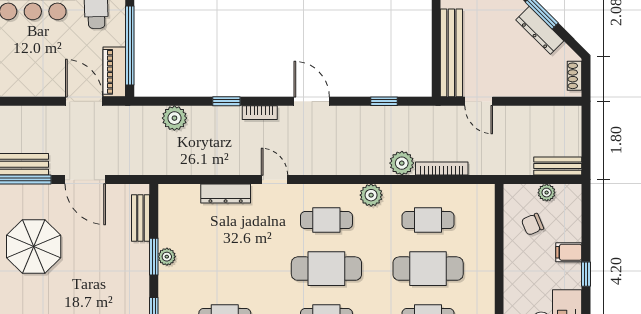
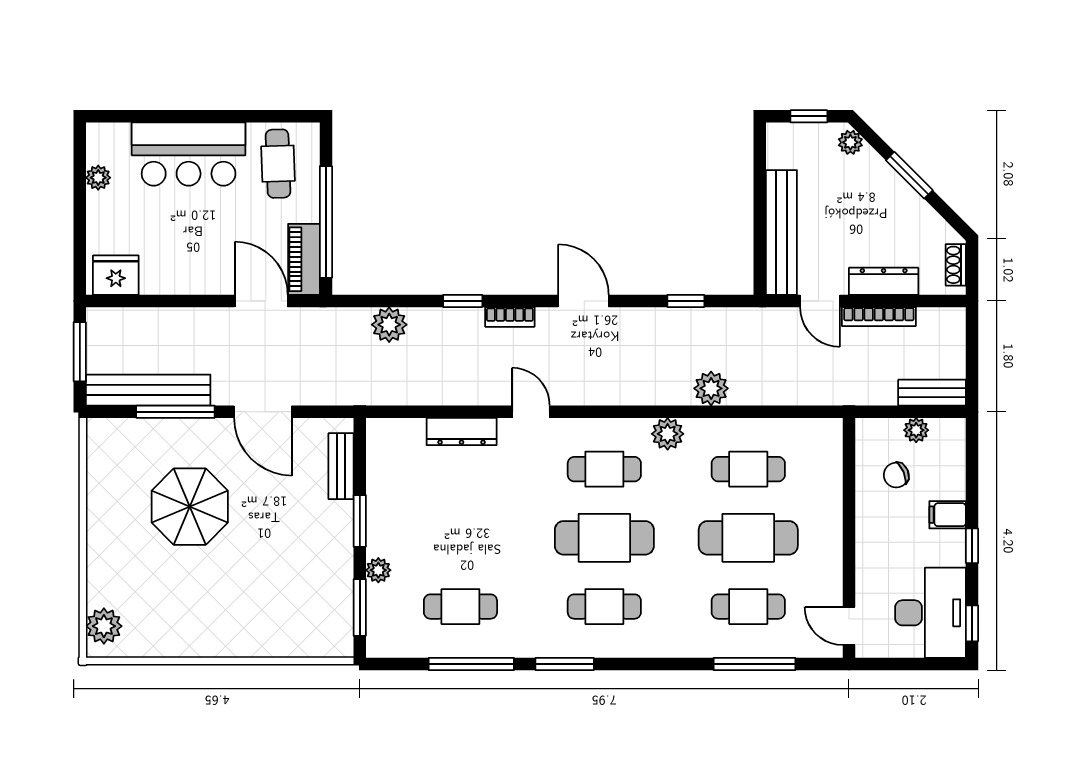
dresser: (540, 30) -> (884, 281), moved, turned 135
bookcase: (442, 168) -> (879, 317), moved, turned 180
plant: (167, 257) -> (378, 570), moved

